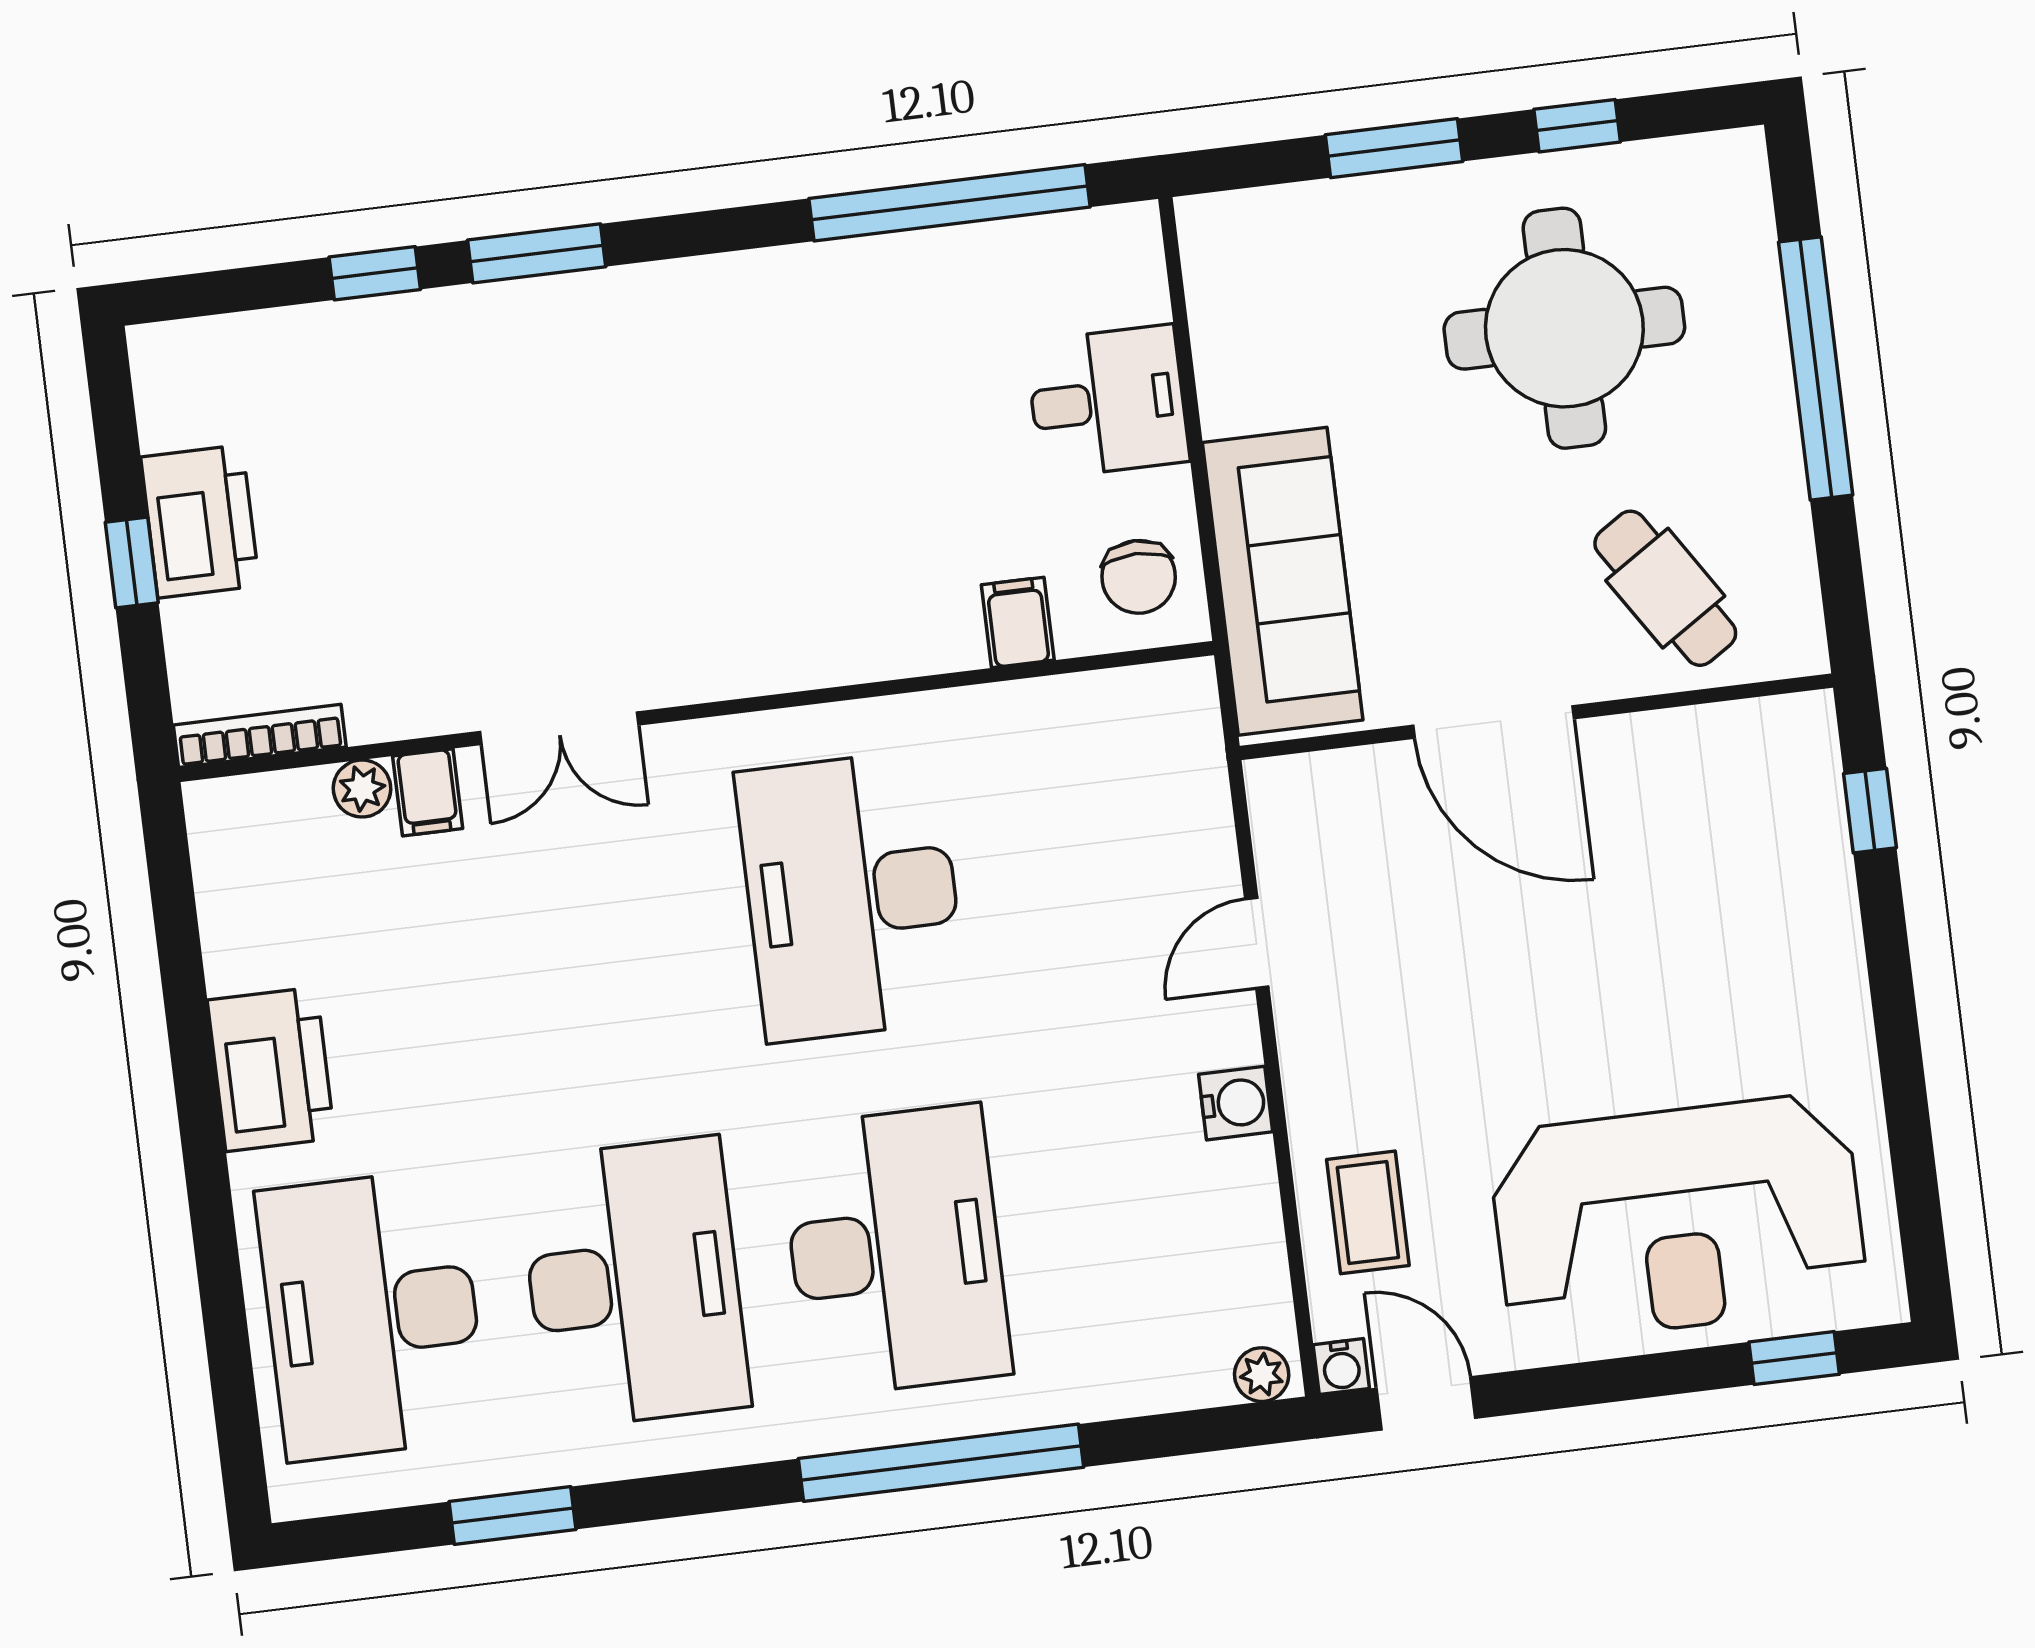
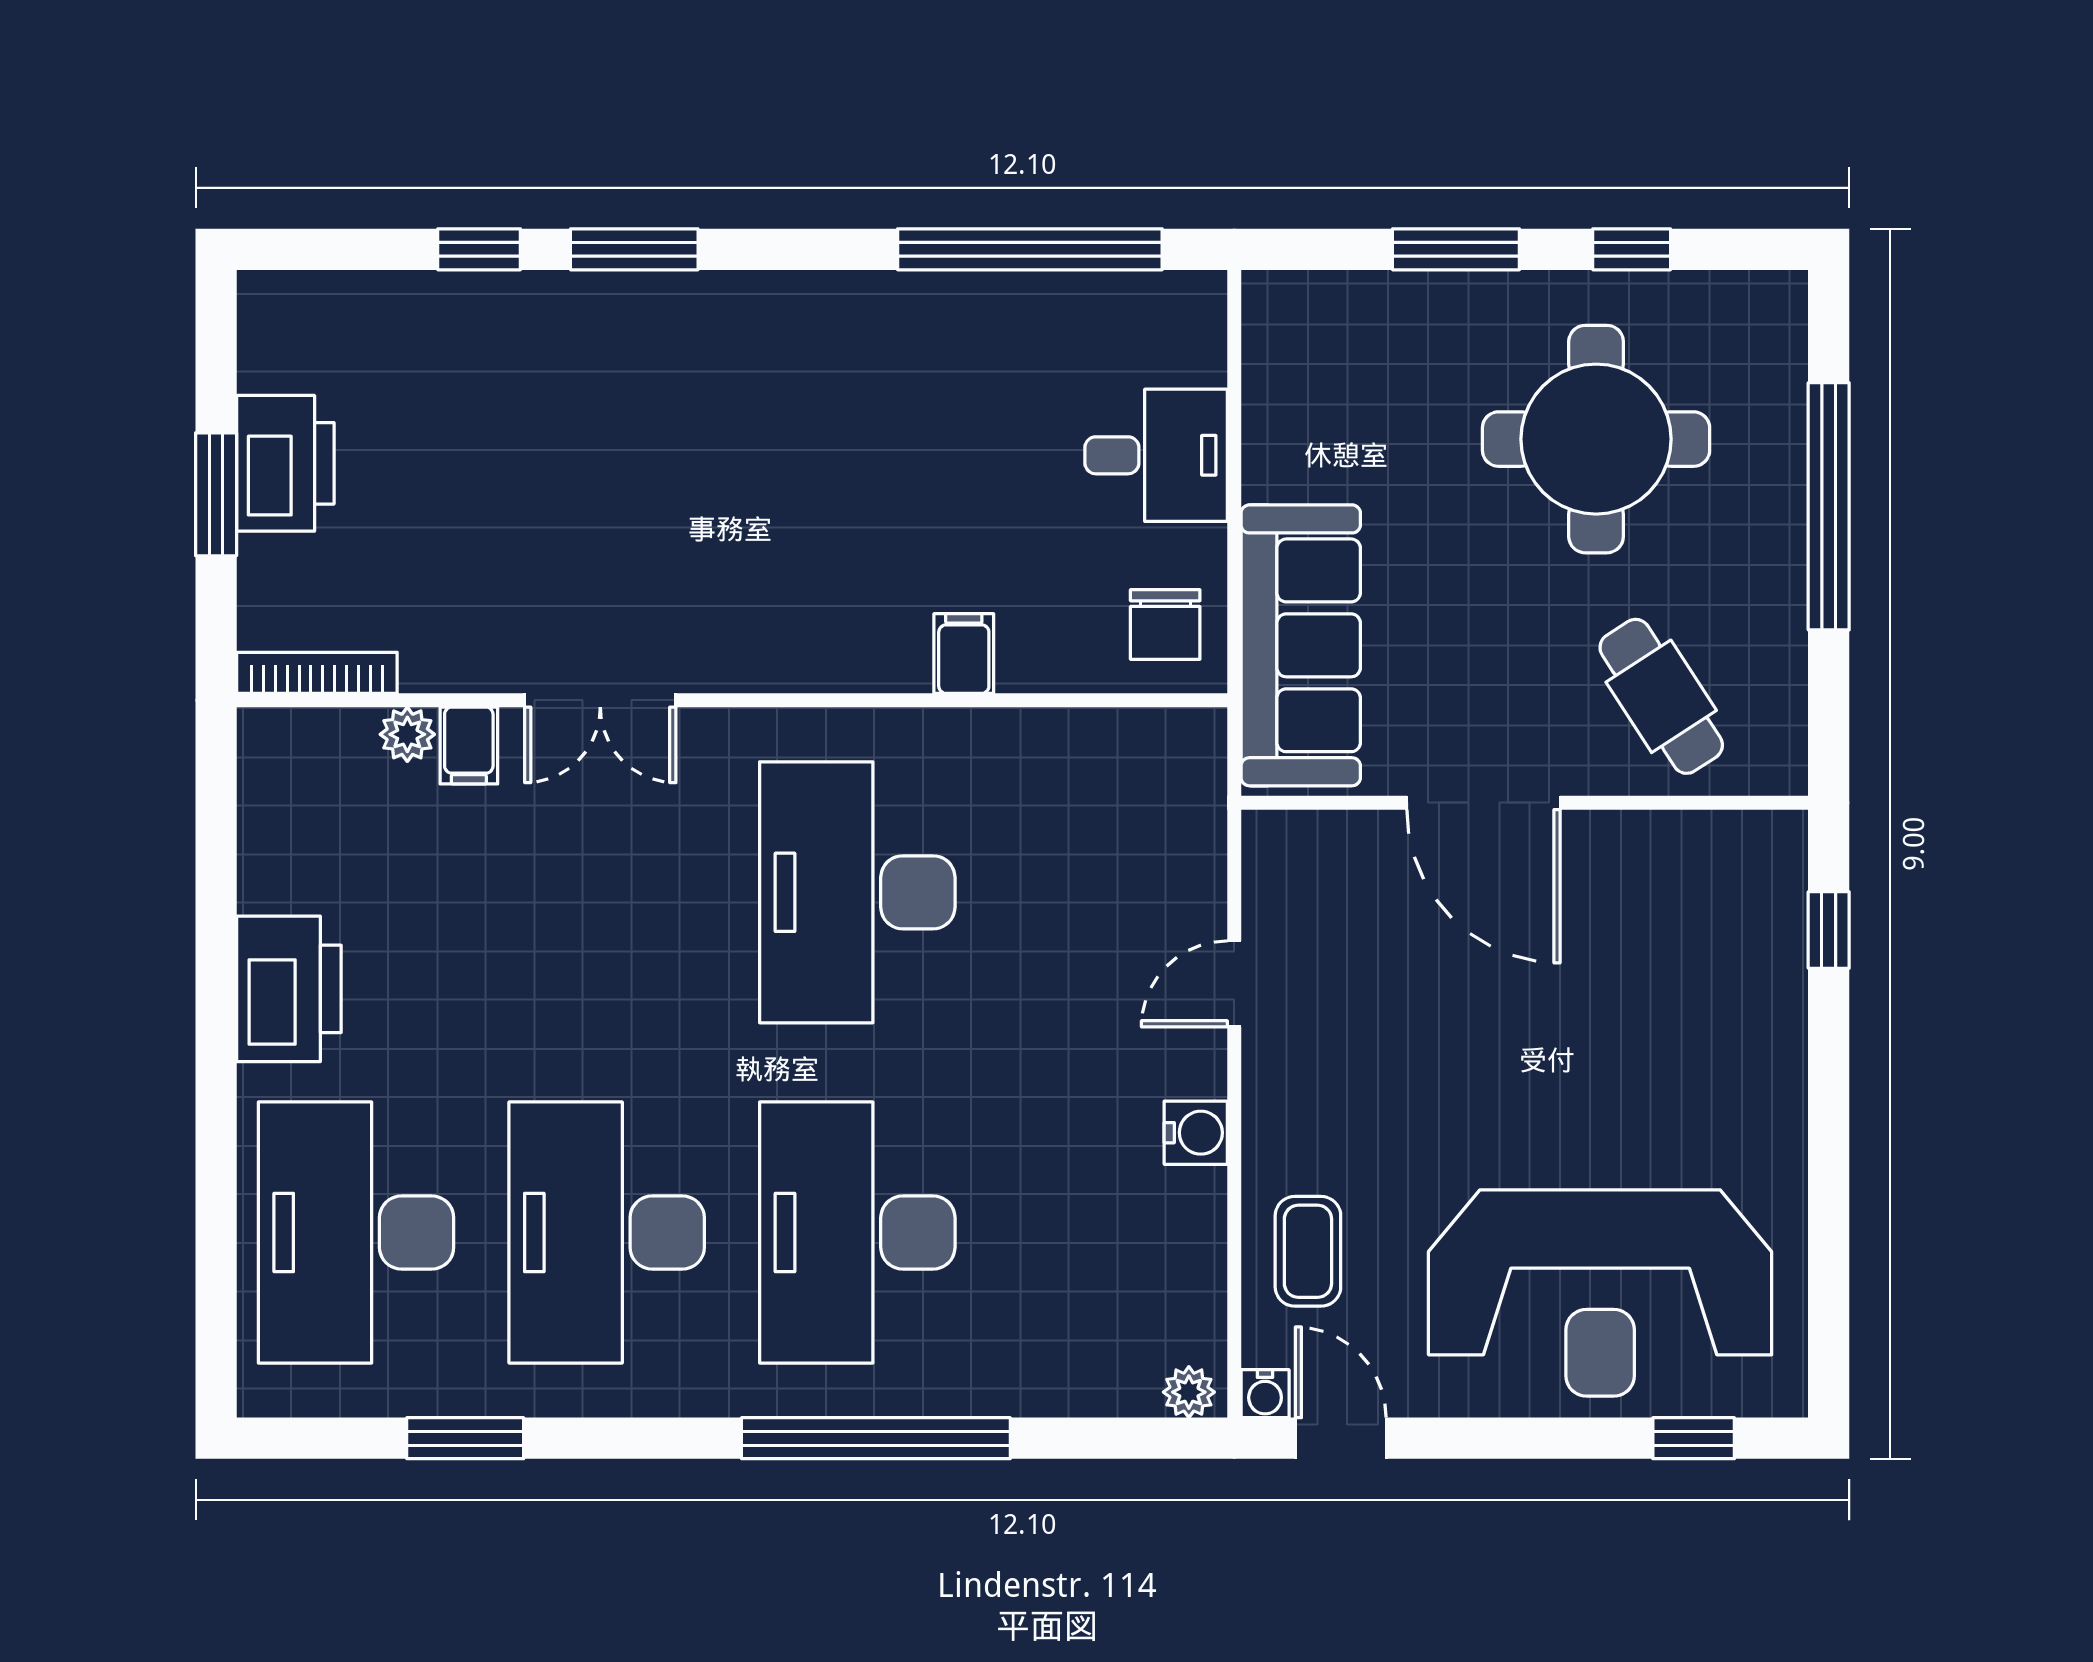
window: (132, 563) -> (216, 494), width x1.50
filing cabinet: (1018, 622) -> (964, 654), moved
desk: (895, 1251) -> (857, 1233), turned 180
desk: (634, 1283) -> (607, 1233), turned 180

